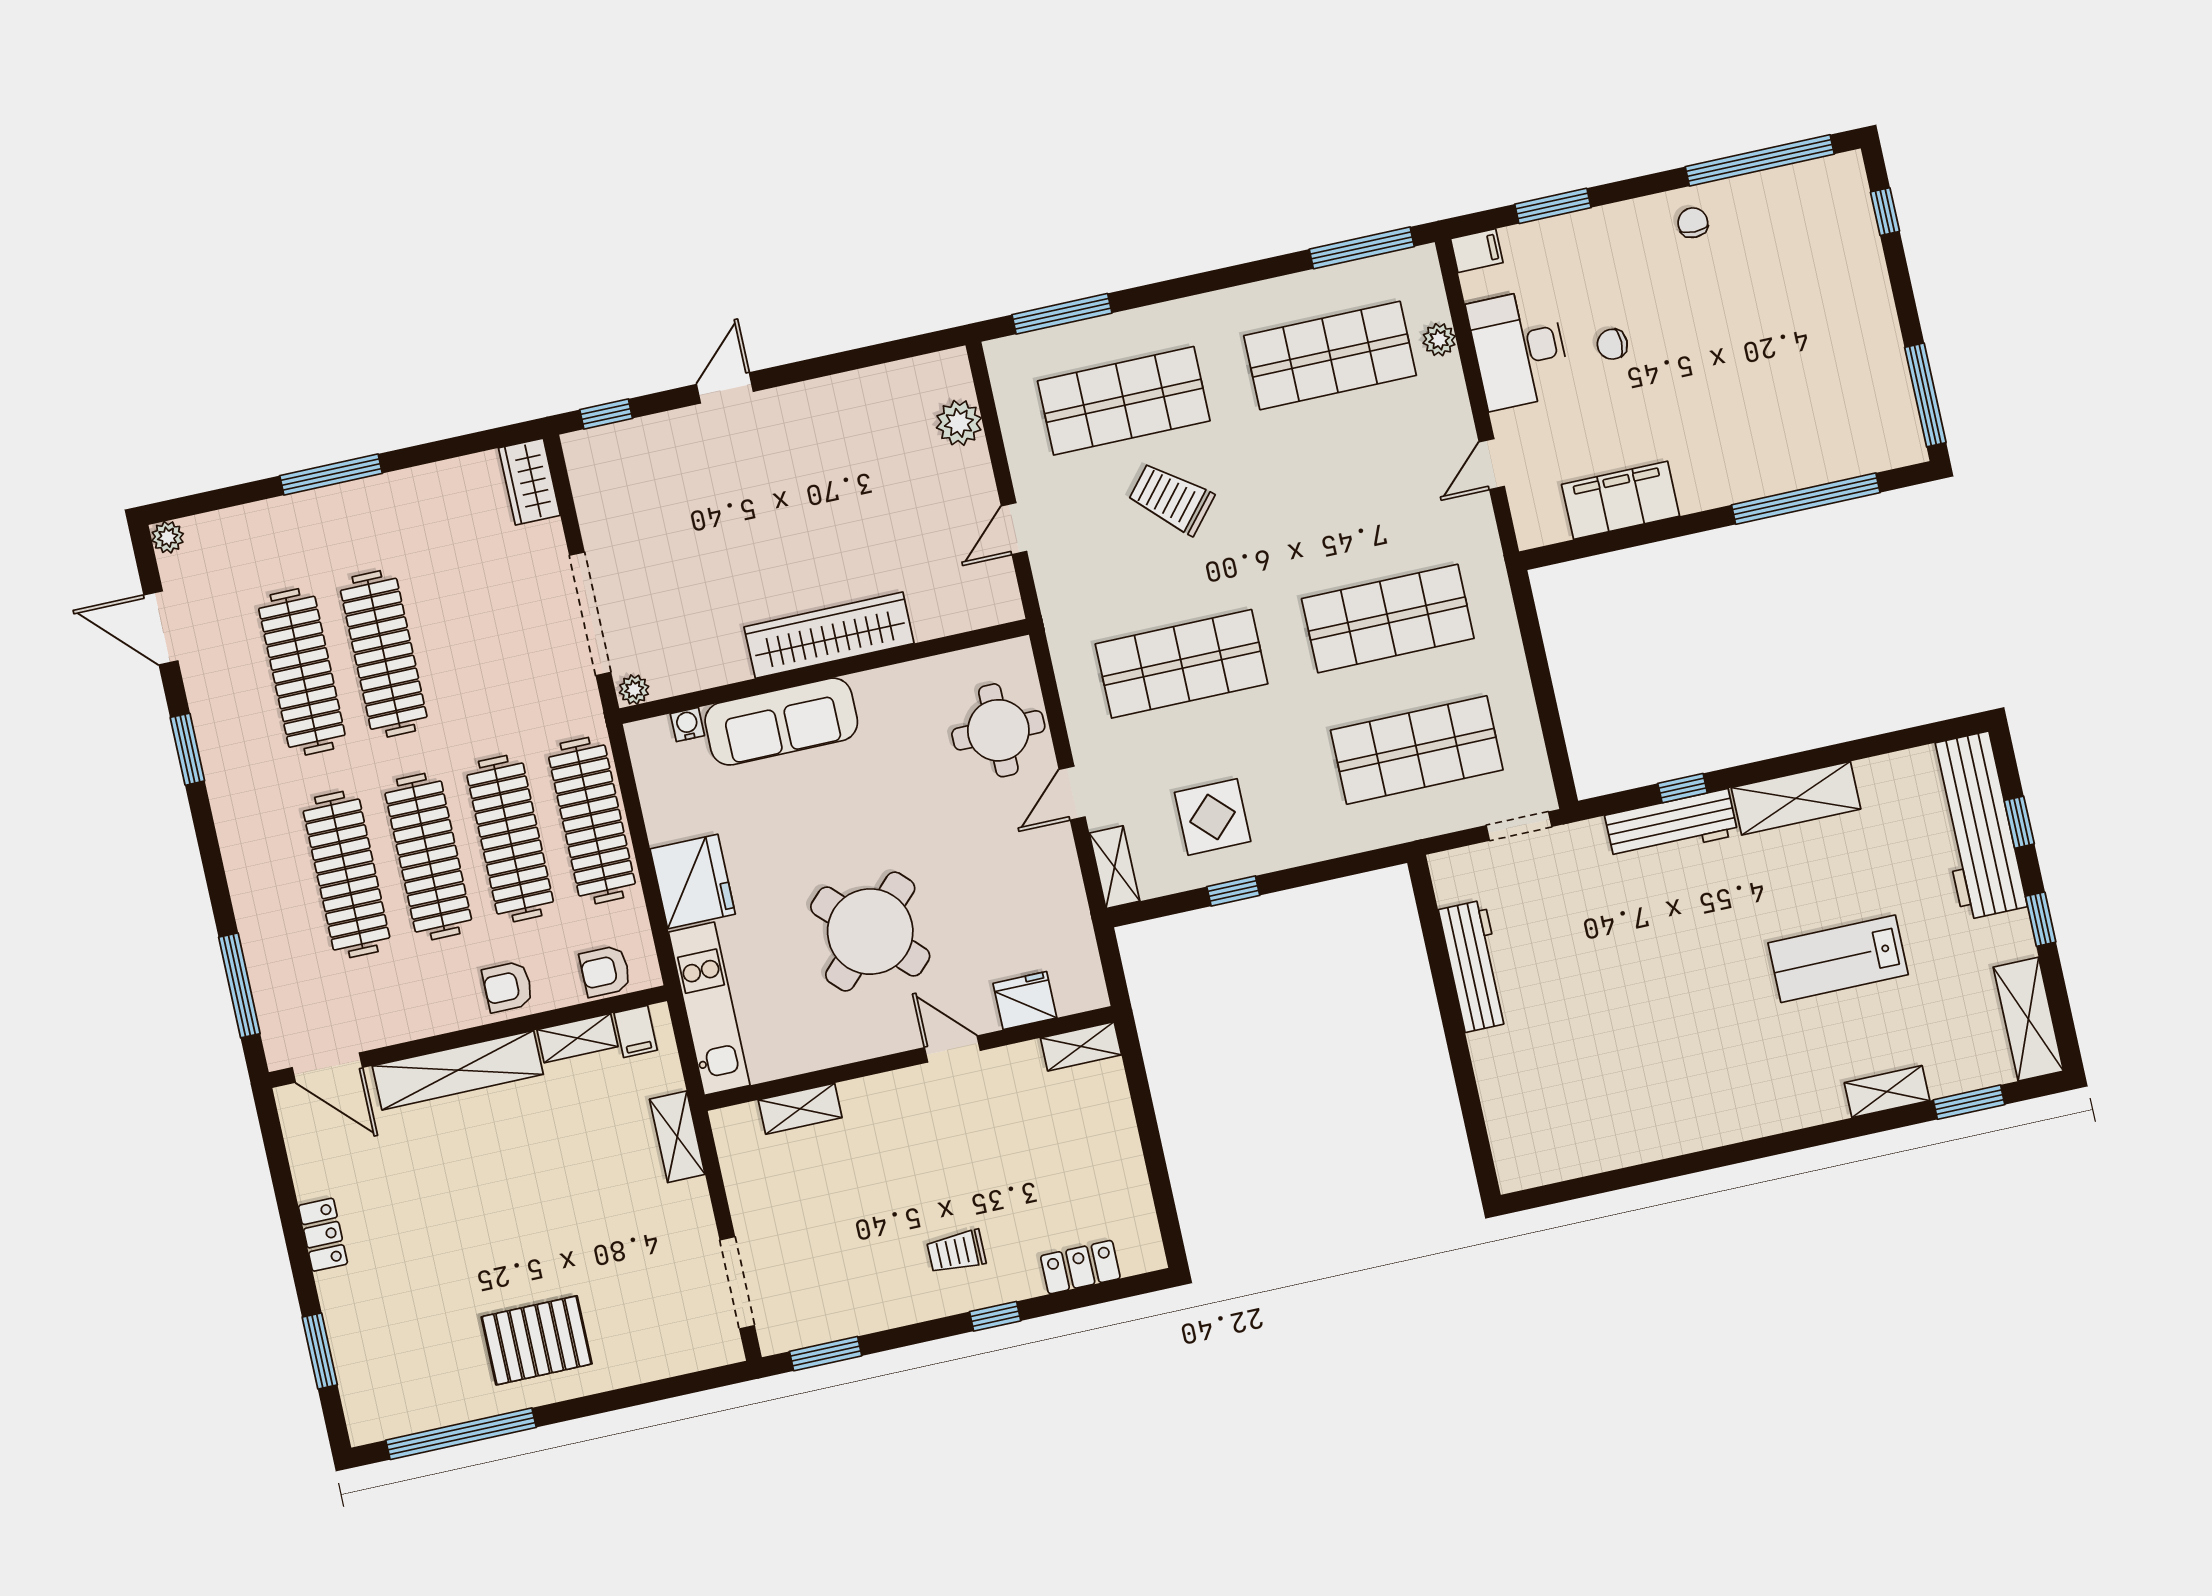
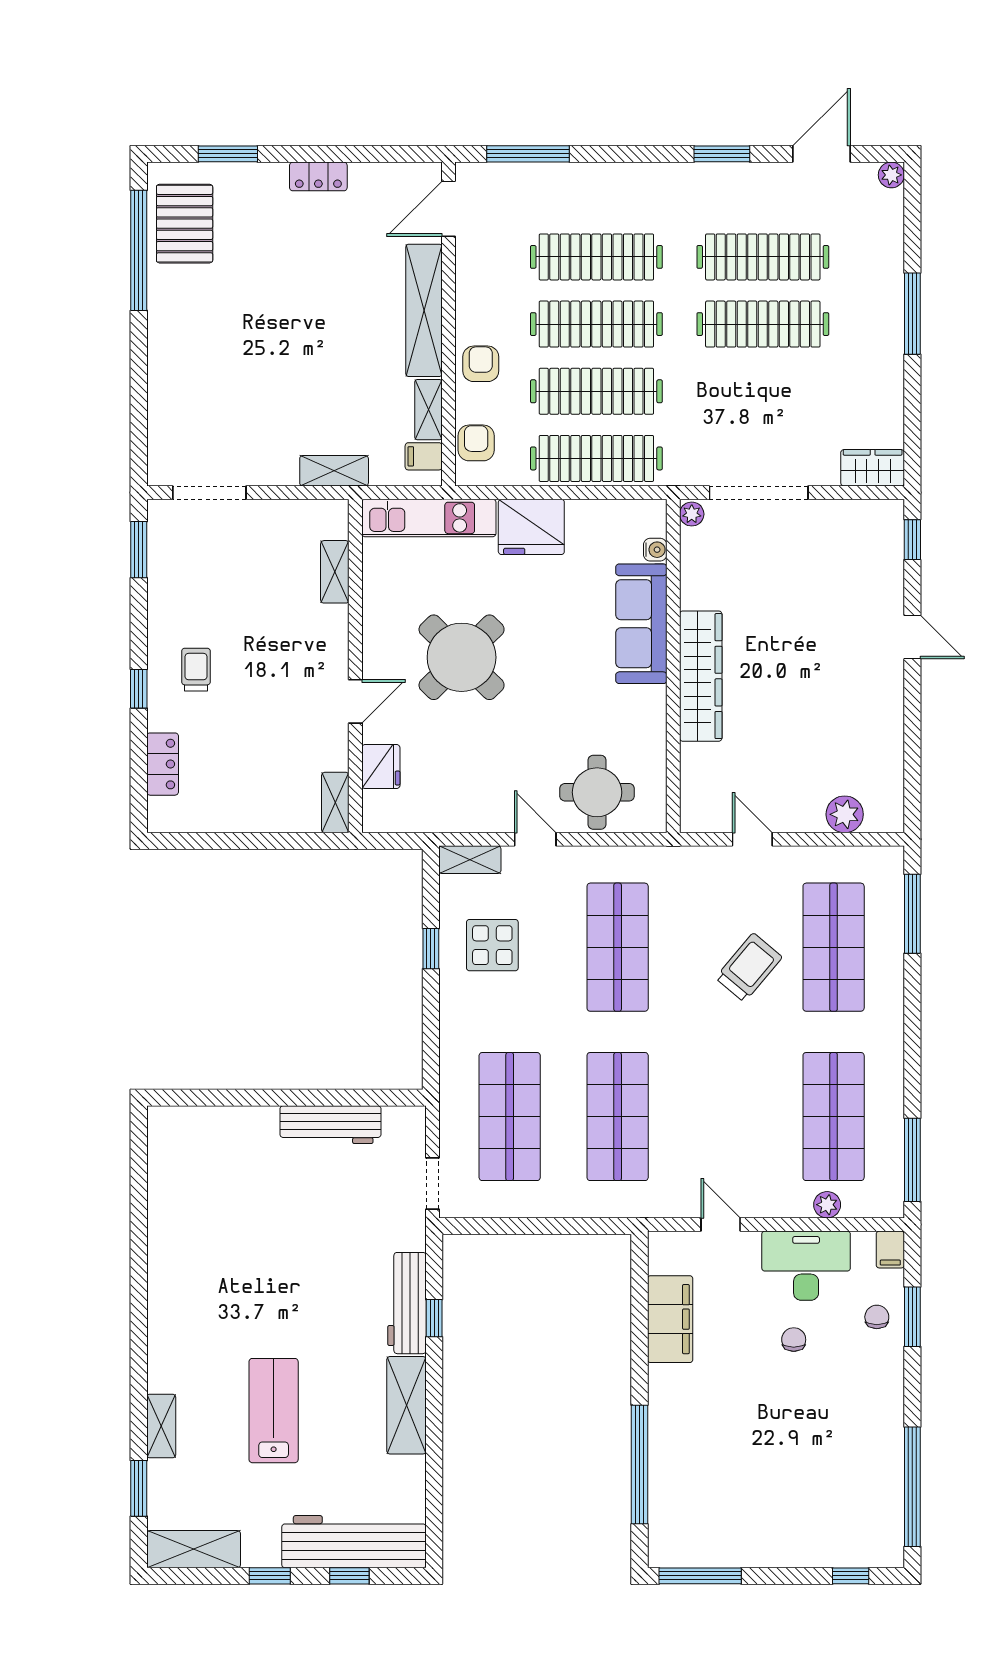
chair: (1693, 223) -> (877, 1317), moved, turned -90
pallet: (537, 1340) -> (185, 224), moved

